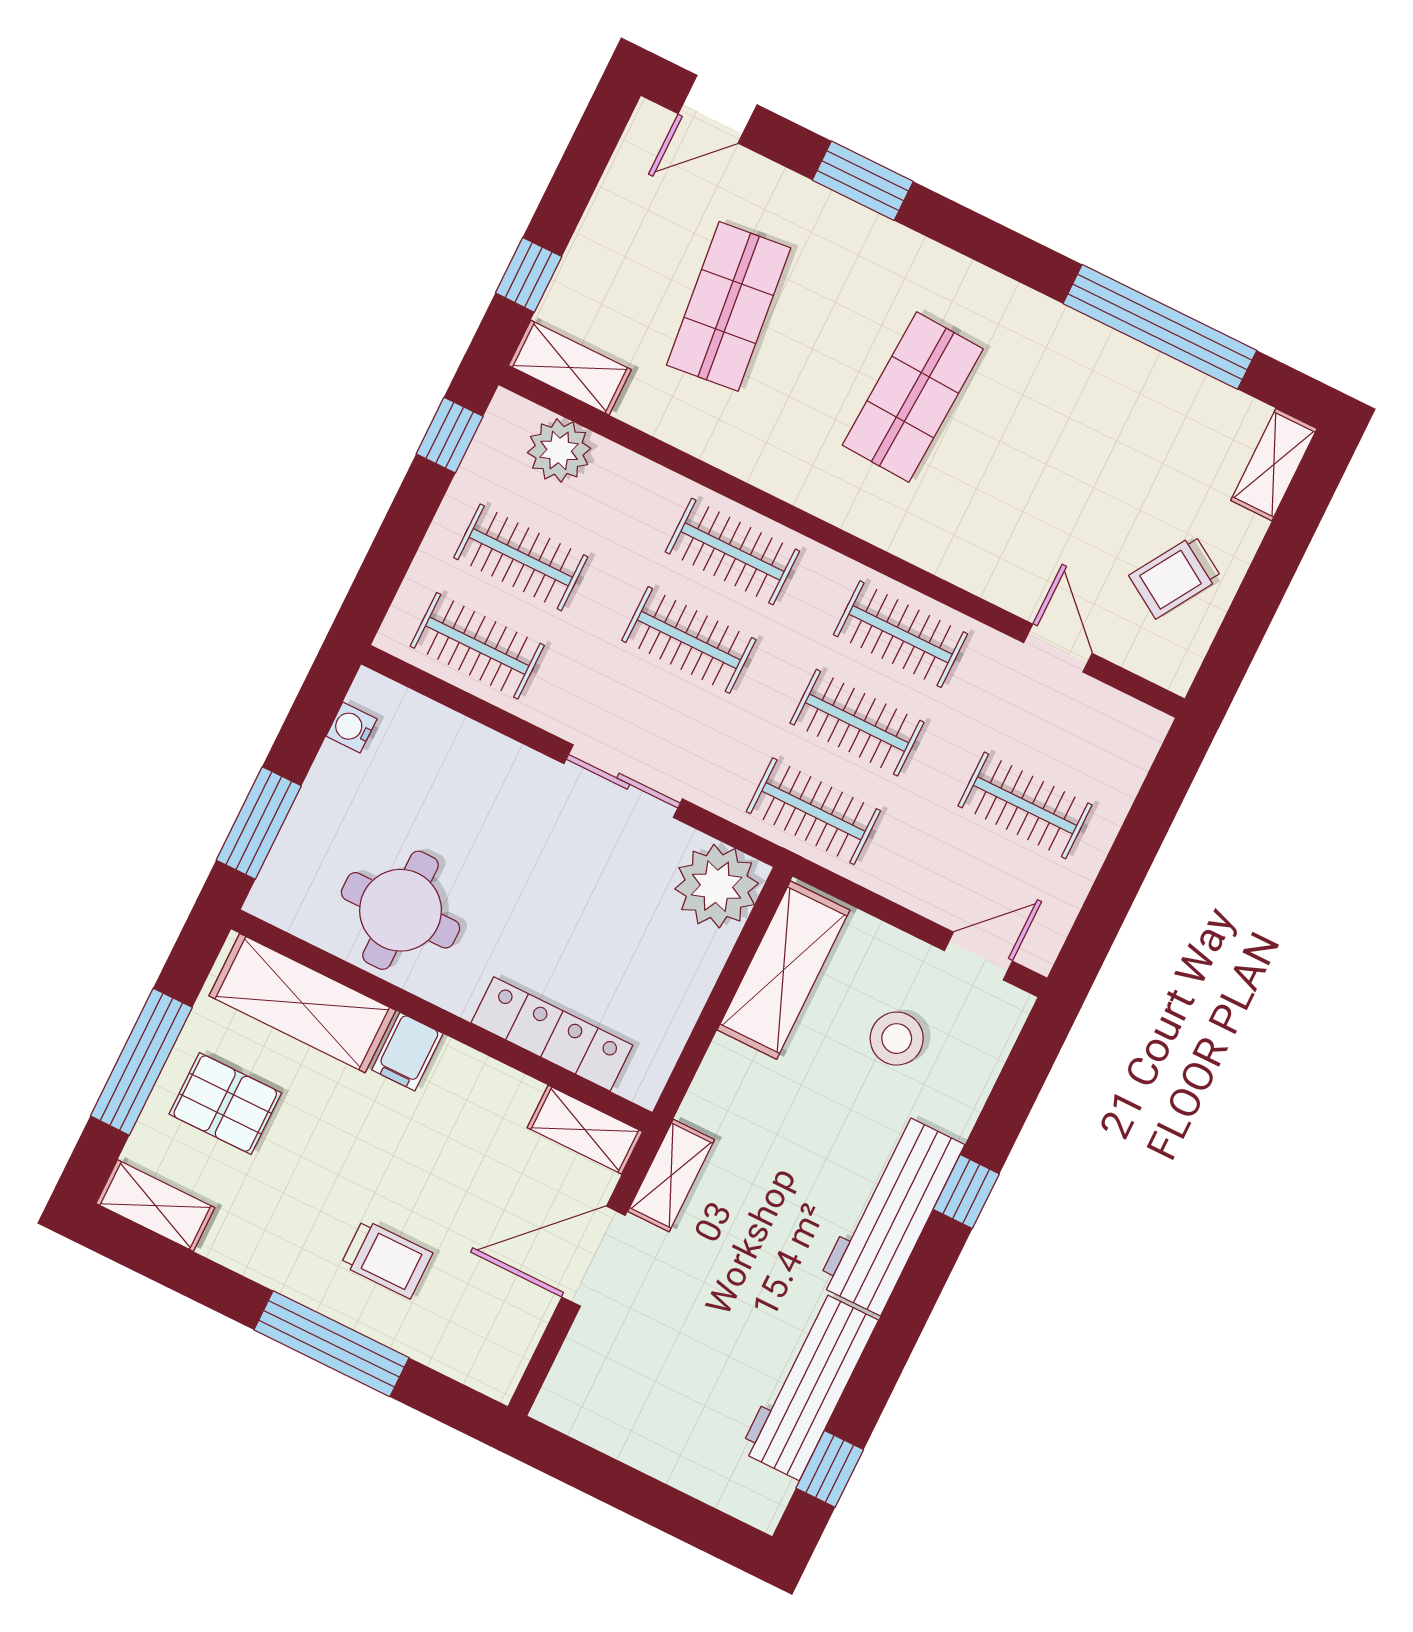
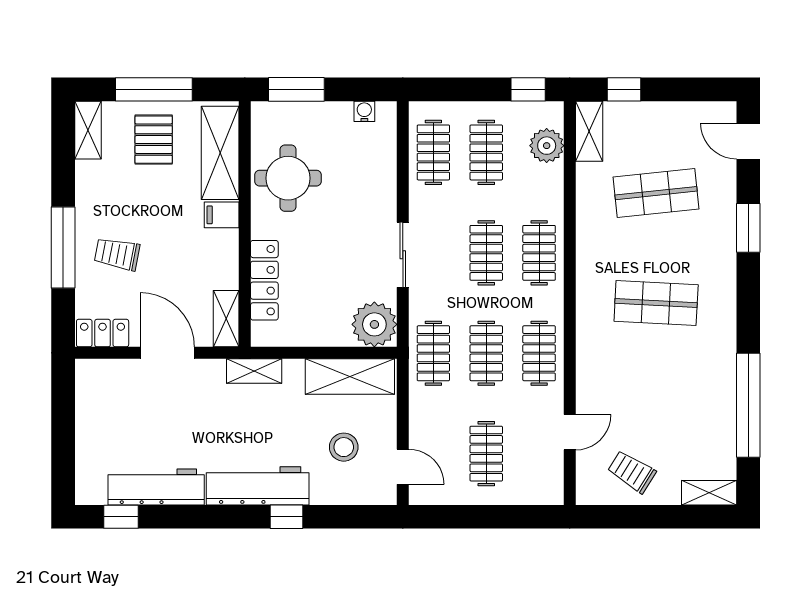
shelving: (671, 1176) -> (254, 371), moved
trolley: (387, 1259) -> (117, 254), turned 101
locker: (507, 1348) -> (103, 333), added

